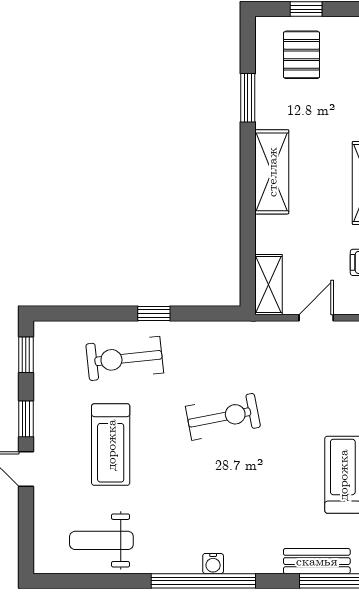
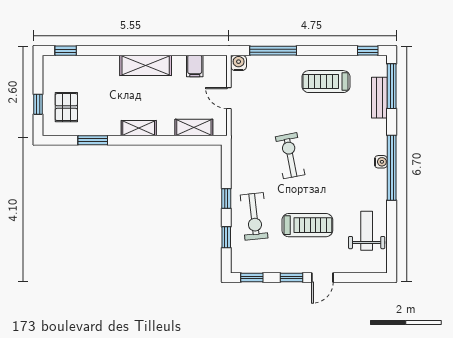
pallet: (302, 55) -> (66, 107), turned 90
shelving: (272, 172) -> (139, 128), width x0.67, depth x0.75
shelving: (269, 285) -> (194, 127), moved
window: (91, 313) -> (226, 237), added
weight bench: (101, 540) -> (367, 231), turned 180

